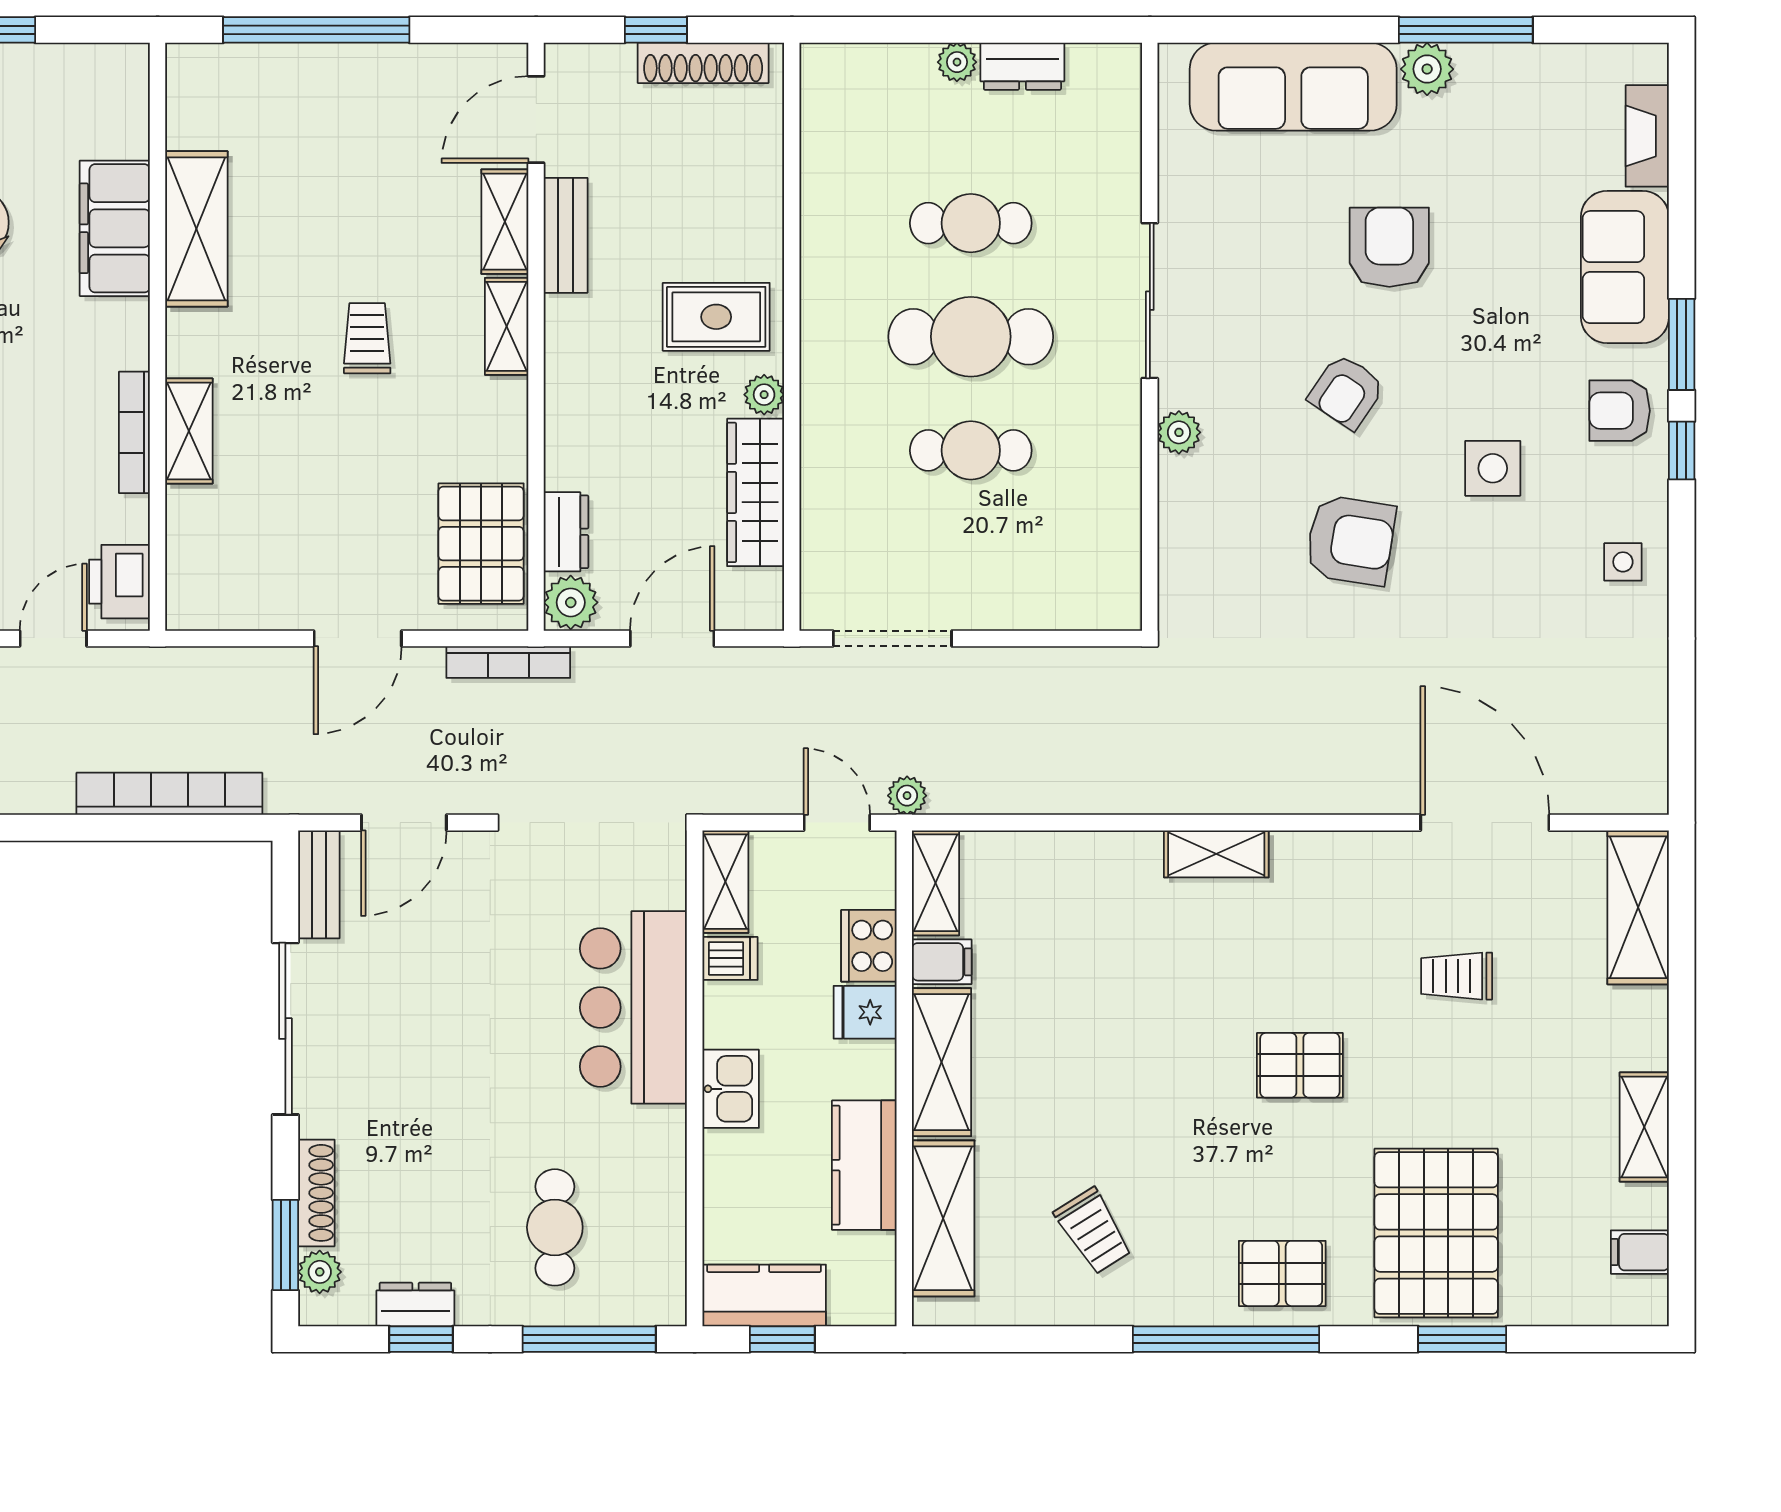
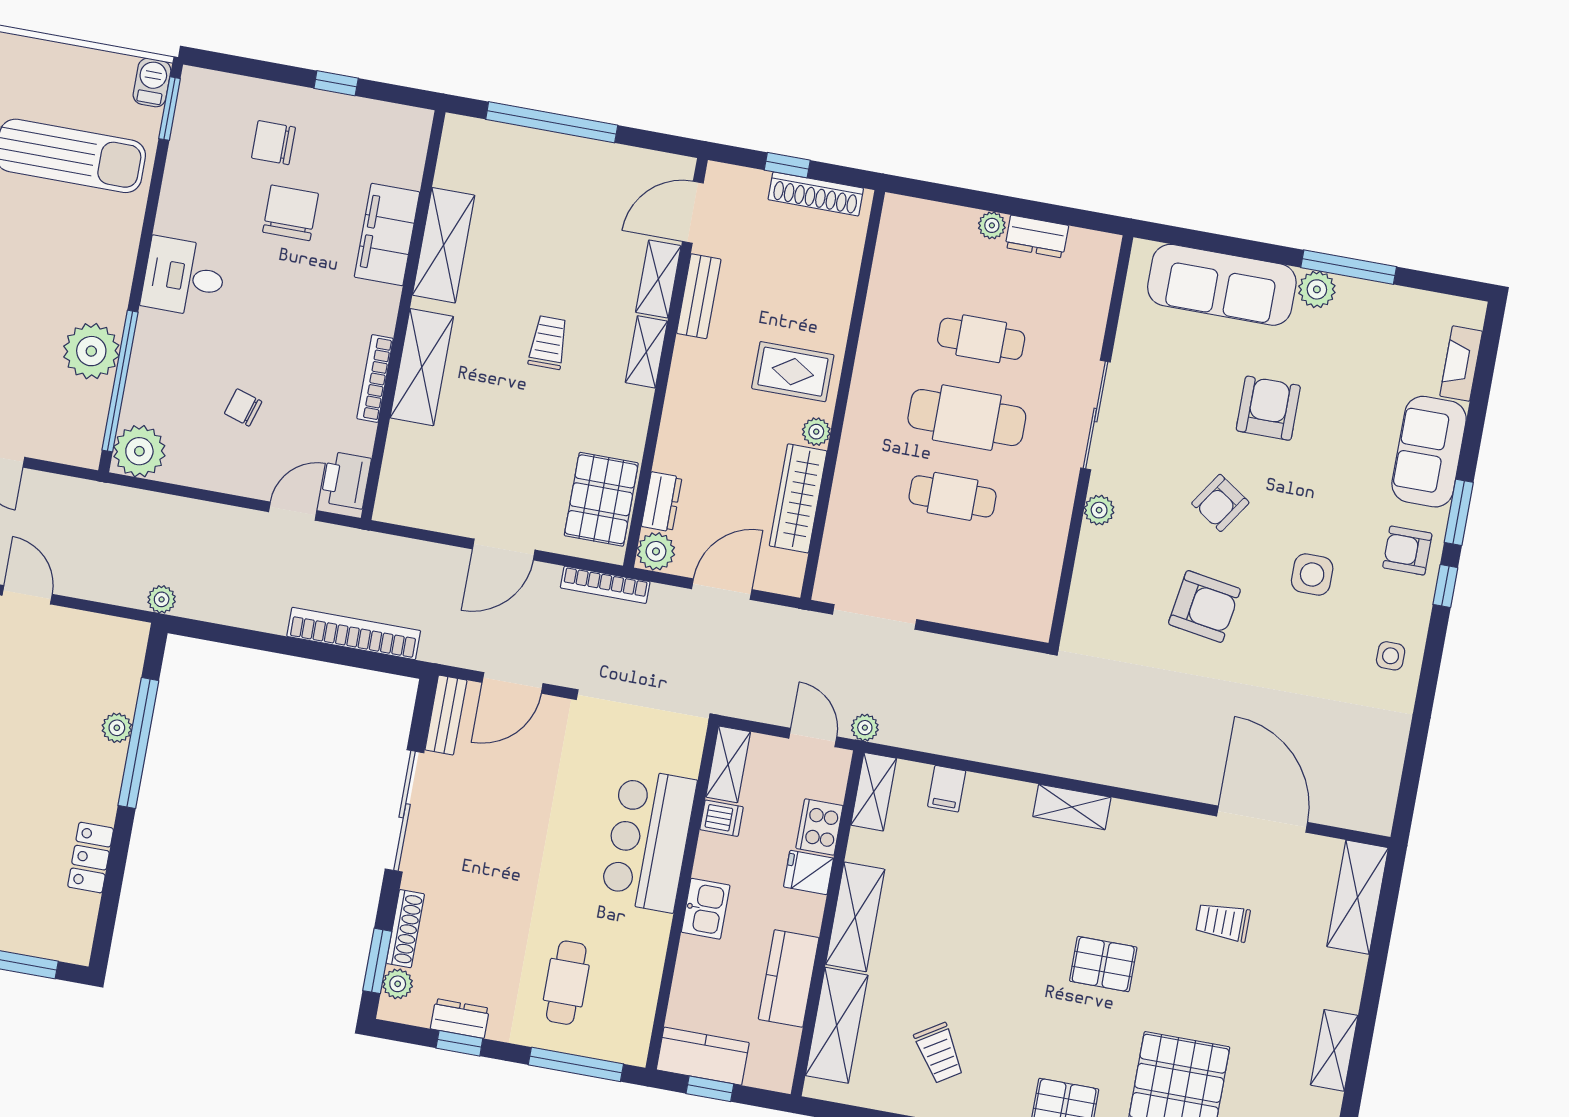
shelving: (189, 431) -> (422, 367), width x1.50, depth x1.33
filing cabinet: (942, 962) -> (947, 789), moved, turned 90

